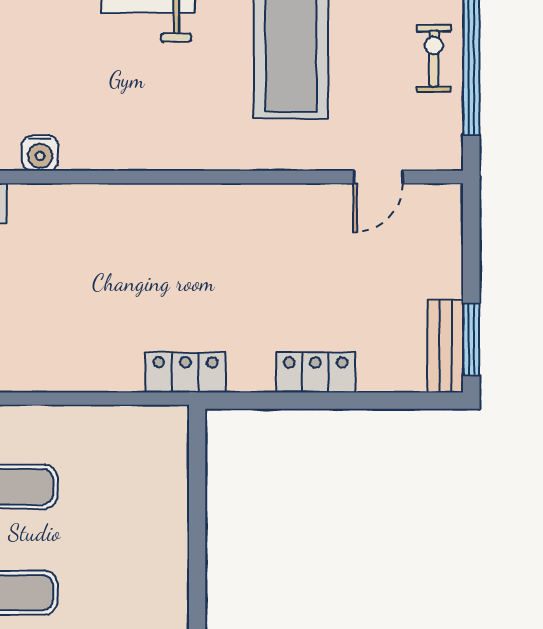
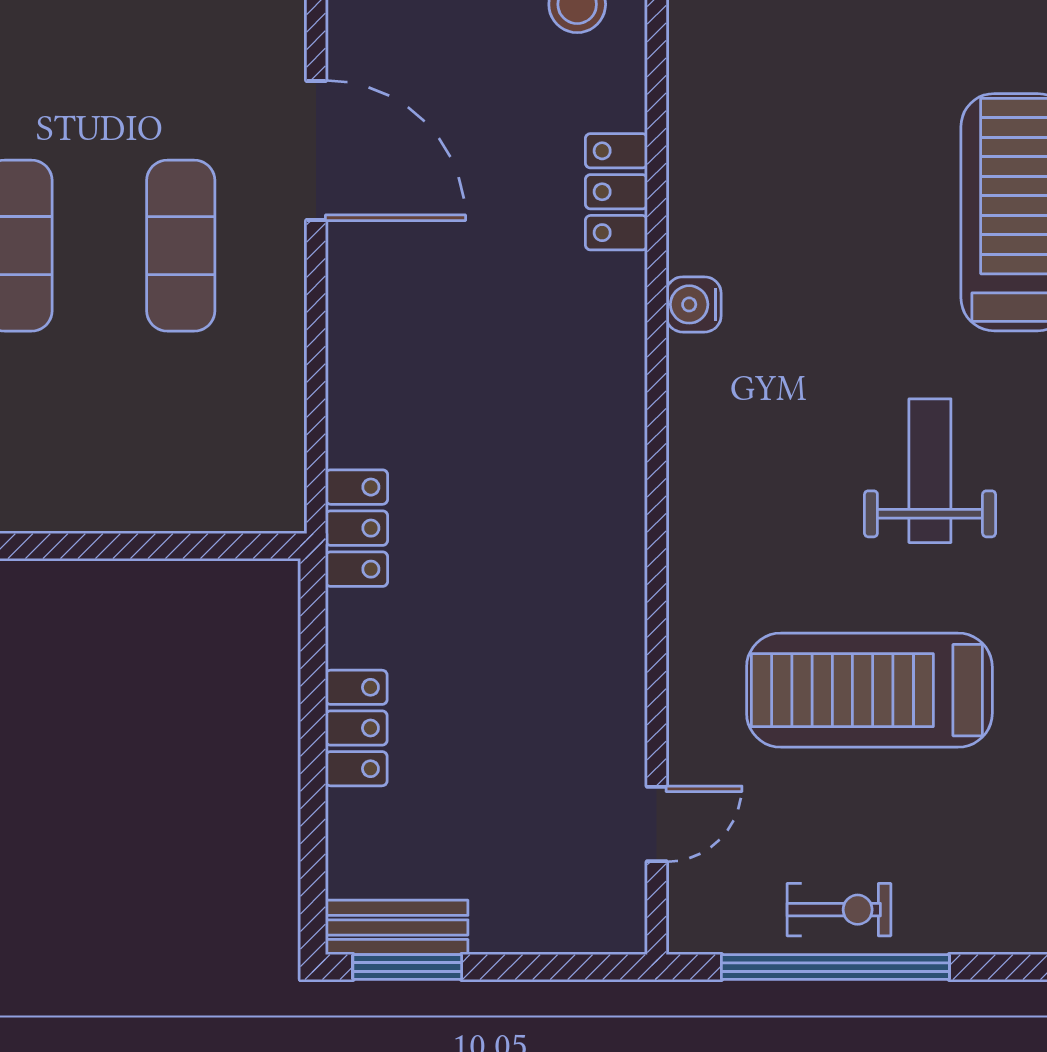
door: (378, 177) -> (657, 824), swing flipped

